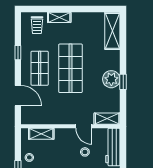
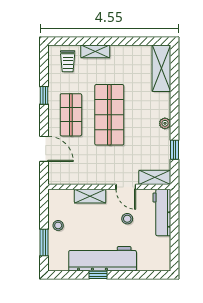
plant: (111, 79) -> (165, 123), width x0.53, depth x0.53
window: (123, 82) -> (175, 150), moved
shelving: (41, 134) -> (90, 196), moved

